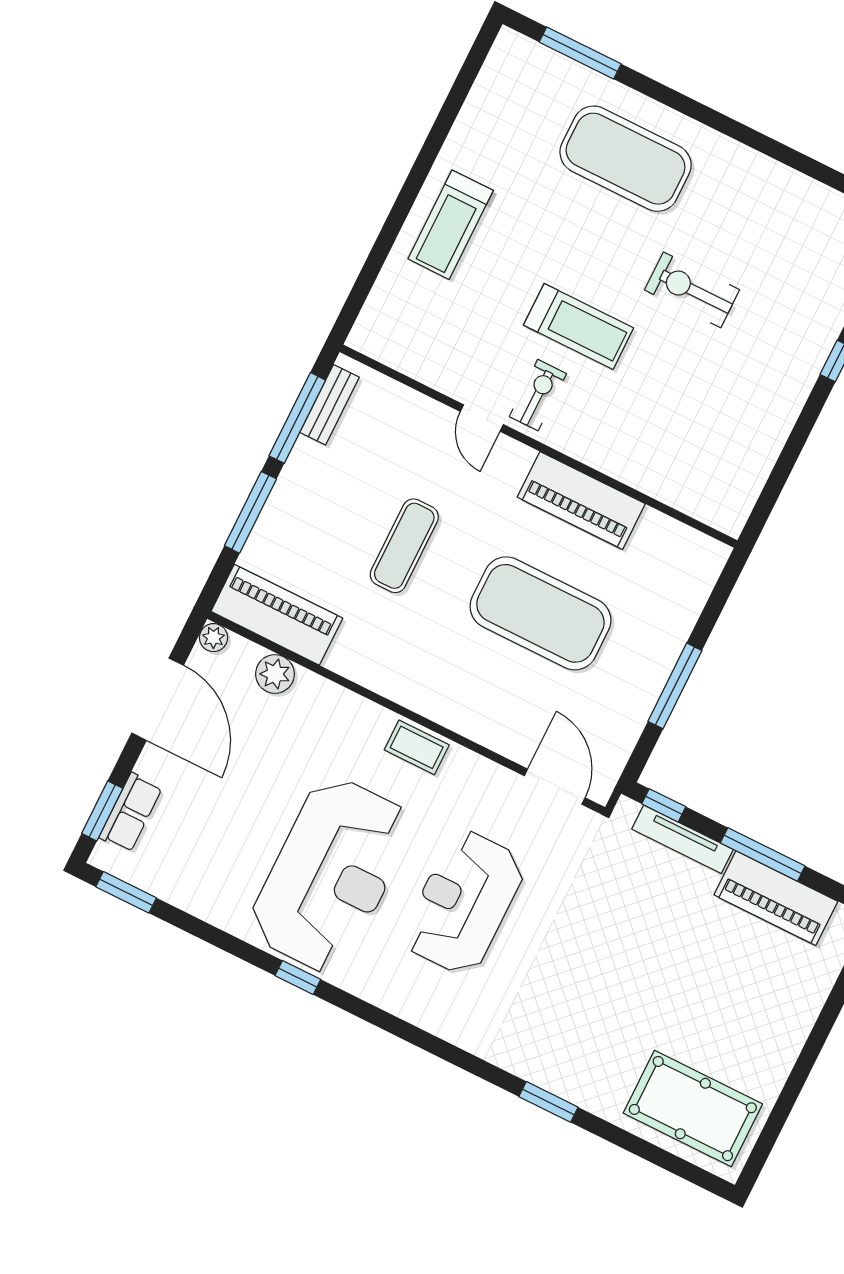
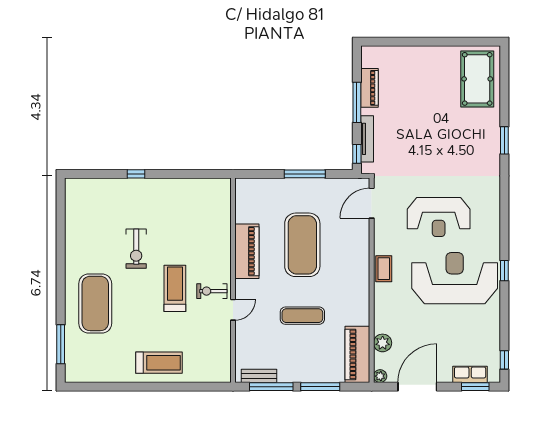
window: (126, 892) -> (504, 360), width x0.67
piano: (776, 898) -> (369, 88), width x0.73, depth x0.75

